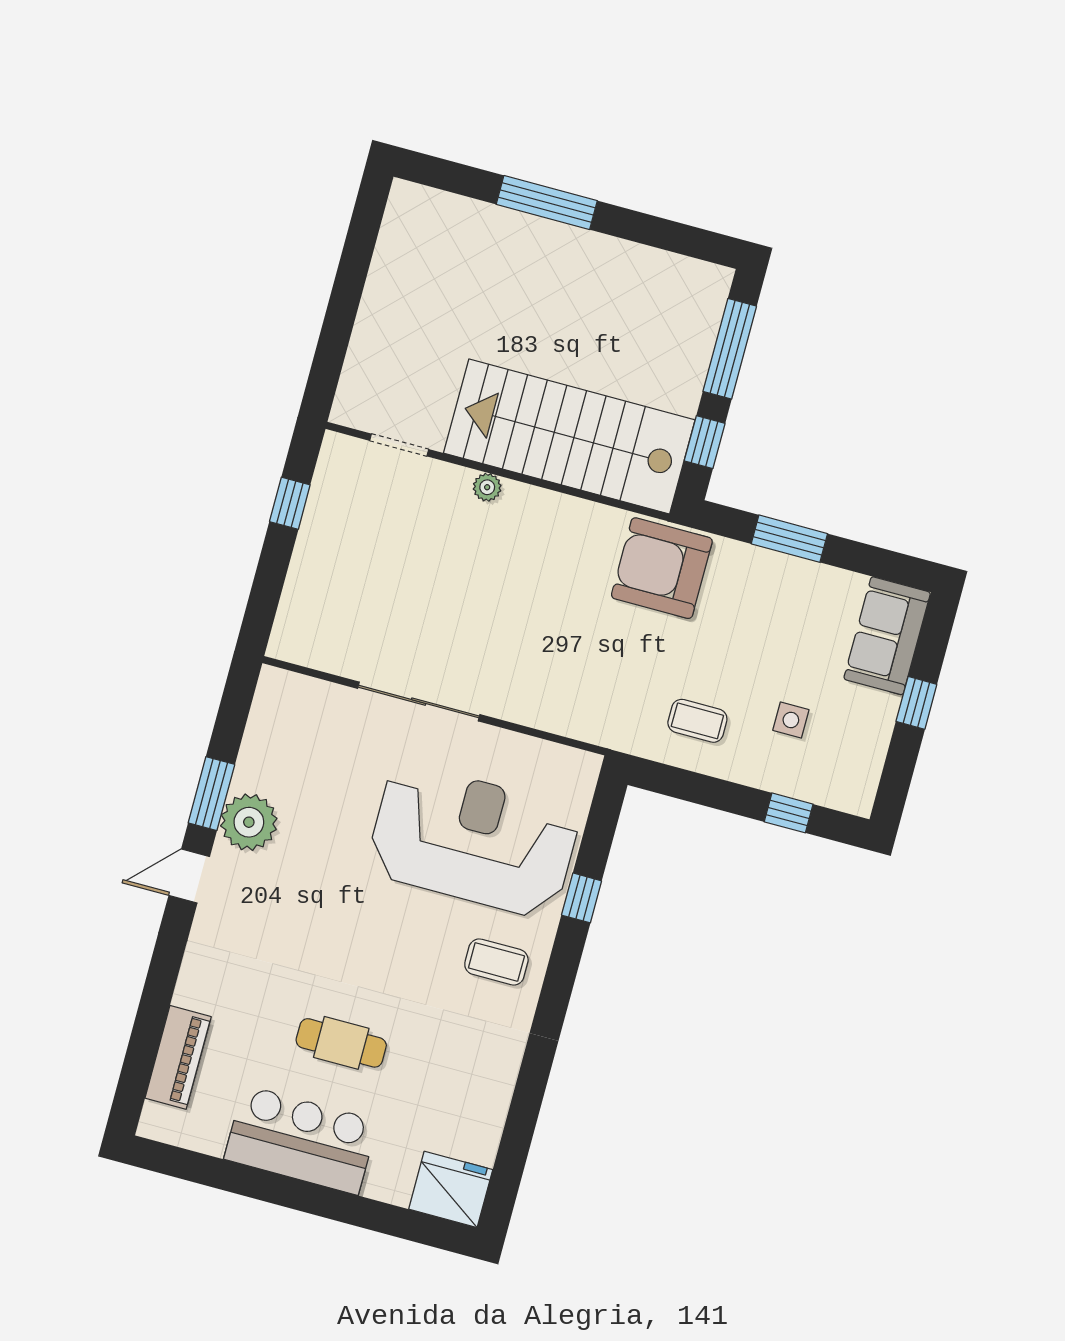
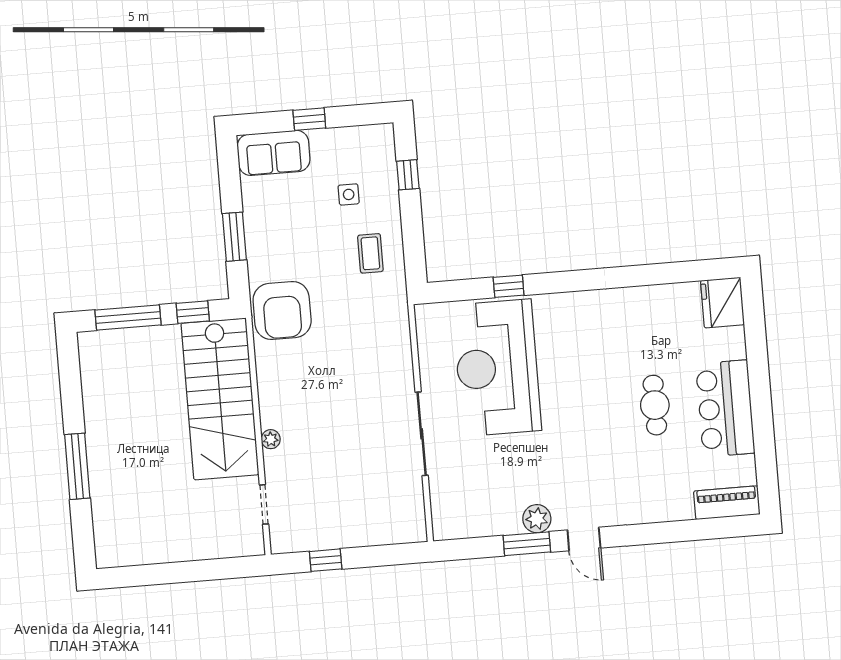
plant: (249, 822) -> (537, 519), width x0.73, depth x0.73
coffee table: (496, 962) -> (568, 325), removed
piano: (178, 1057) -> (727, 503), moved

